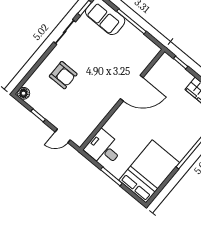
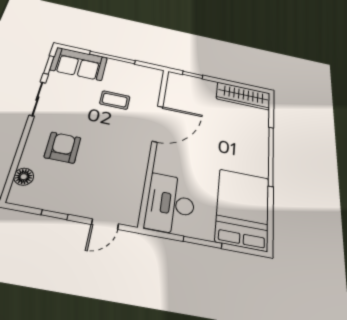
coffee table: (114, 57) -> (115, 100), added
armchair: (63, 75) -> (63, 147), turned -90
floor lamp: (23, 93) -> (24, 177), moved
desk: (104, 149) -> (171, 204), width x1.37

